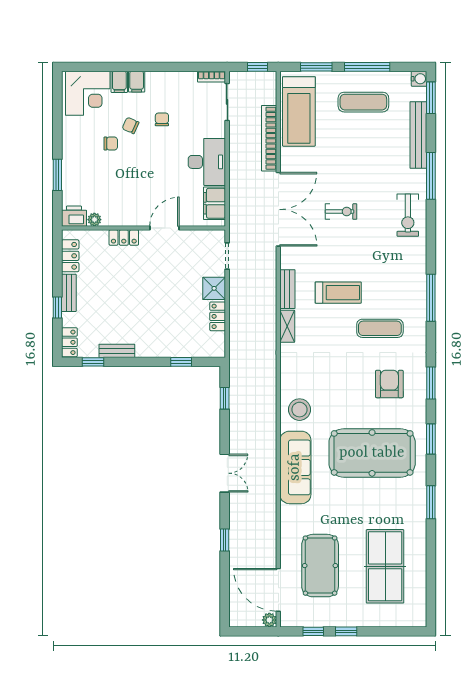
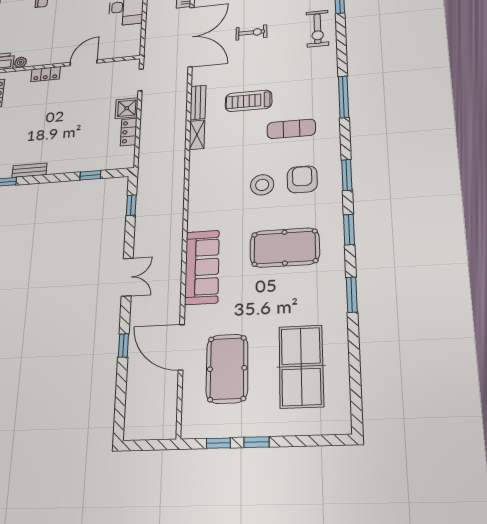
filing cabinet: (214, 203) -> (131, 38), removed
treadmill: (338, 293) -> (249, 101), turned 180
stool: (299, 410) -> (262, 185), moved
pool table: (372, 453) -> (285, 248), width x0.73, depth x0.76
door: (278, 590) -> (181, 347), moved
plant: (269, 620) -> (169, 431), removed

